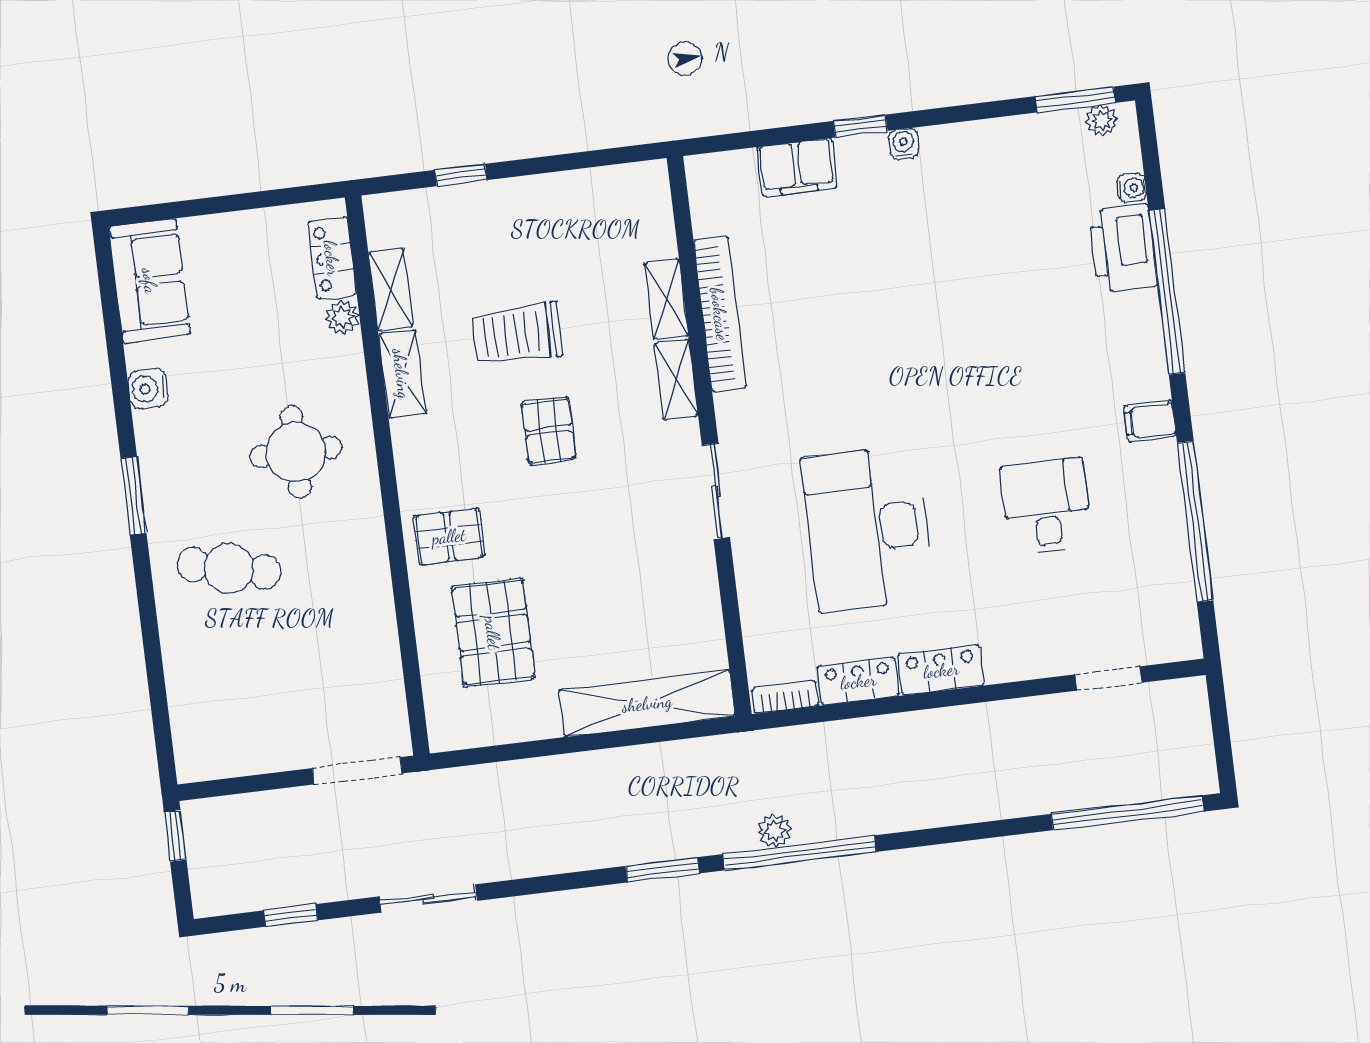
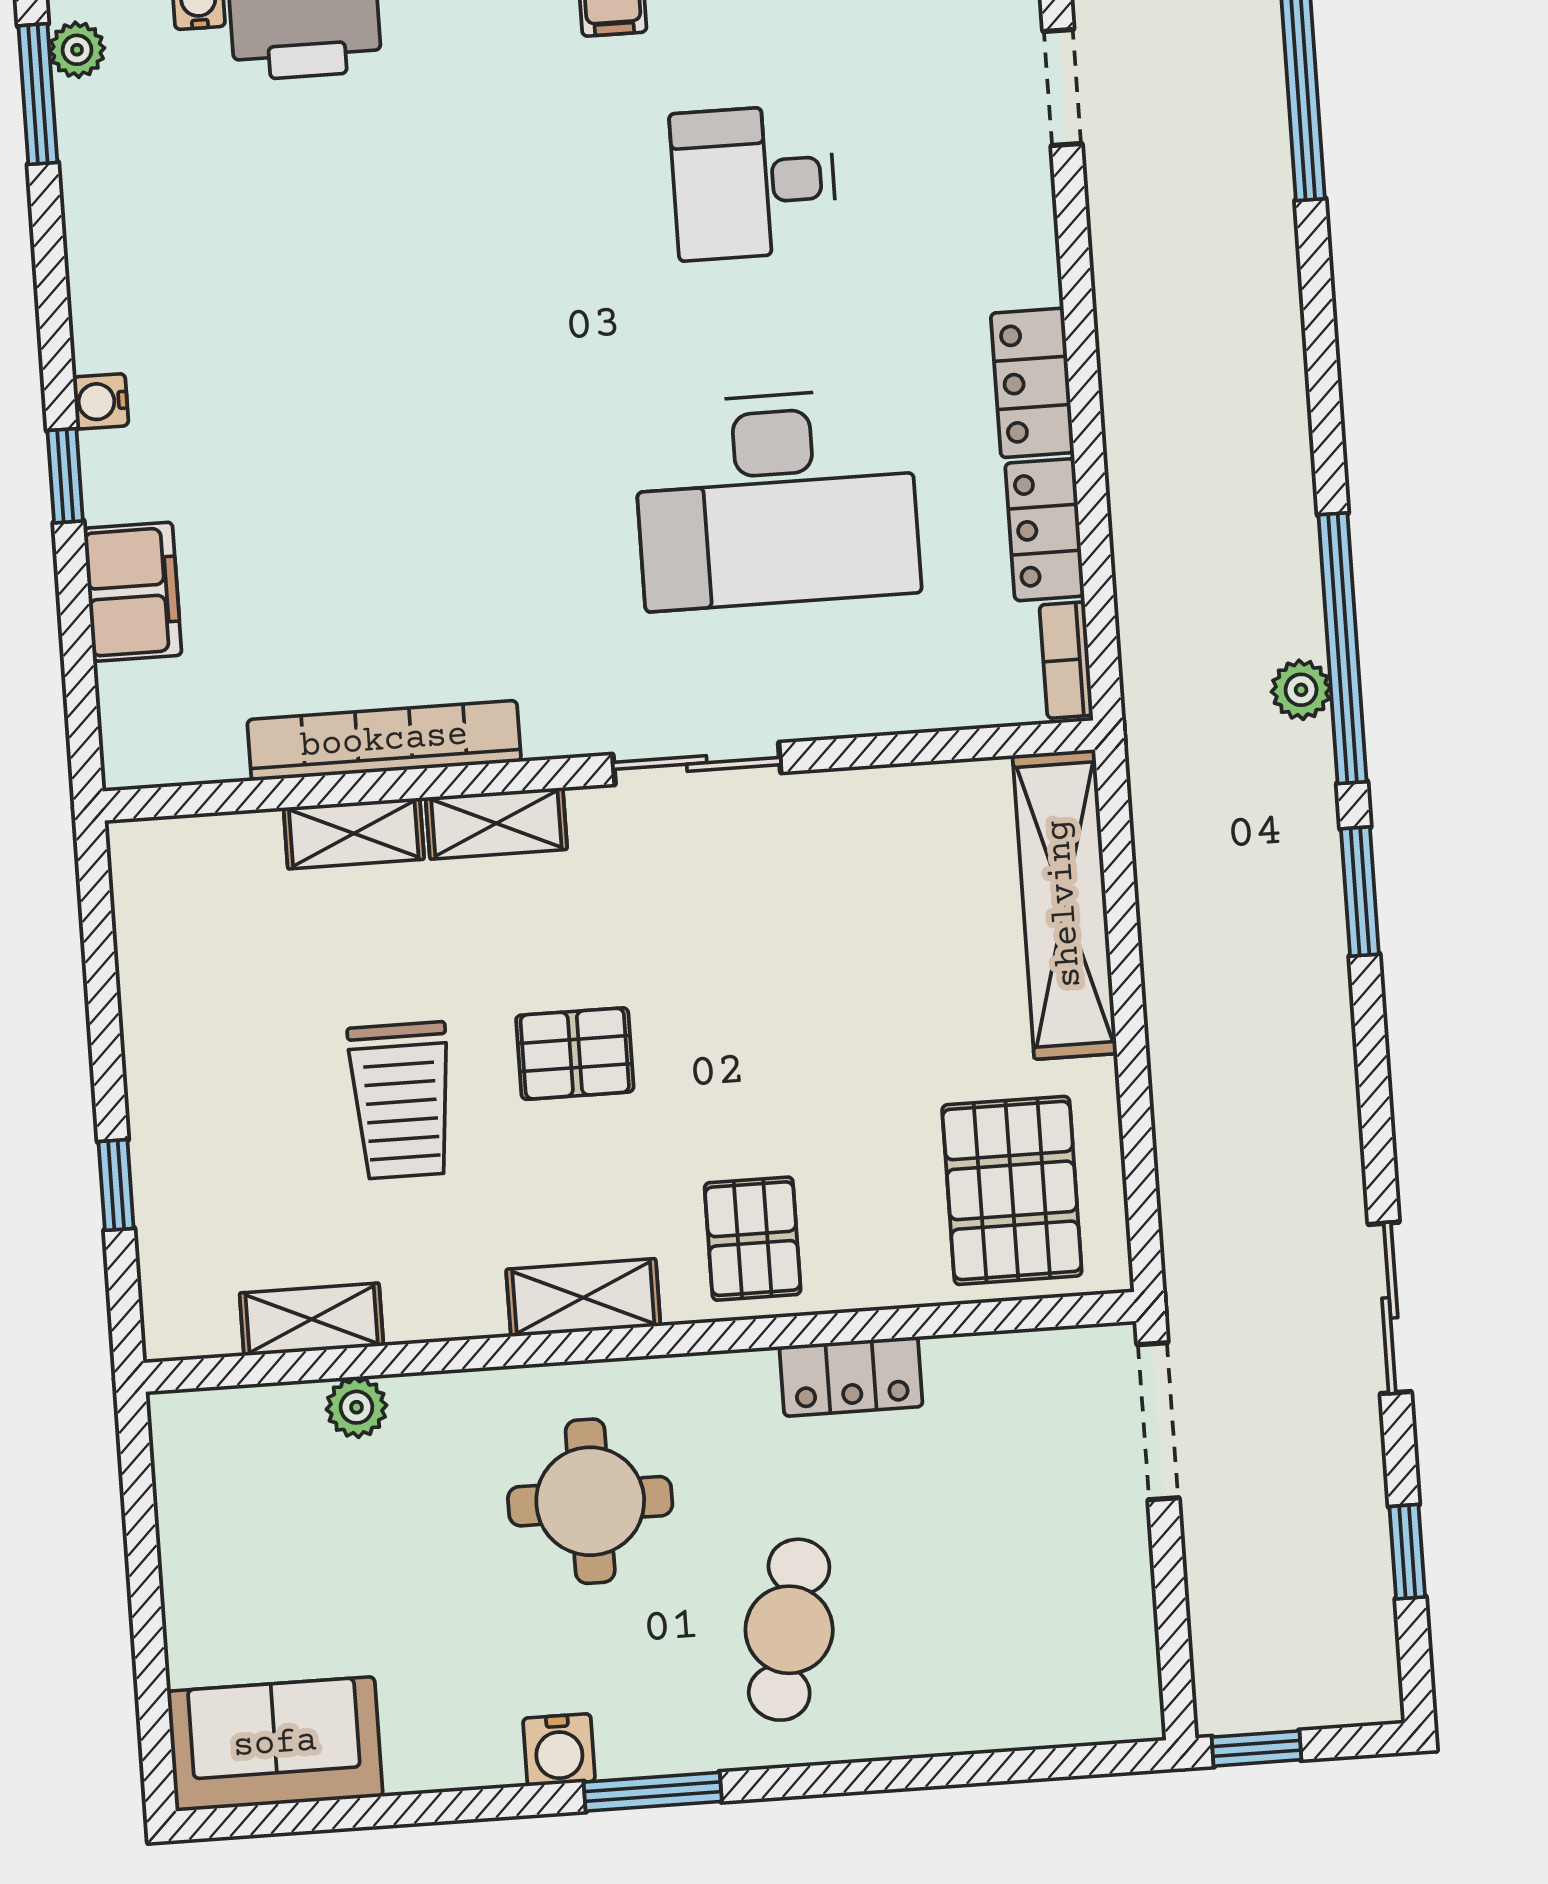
locker: (332, 258) -> (851, 1376), moved
shelving: (402, 374) -> (583, 1298), moved
water cooler: (148, 389) -> (559, 1750), moved
pallet: (493, 633) -> (1012, 1190), moved, turned 90

